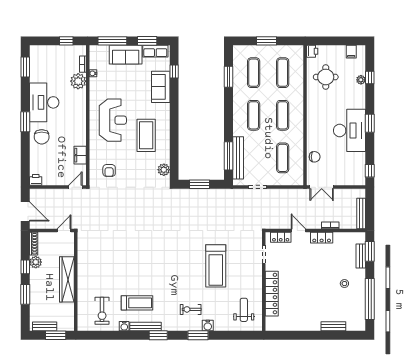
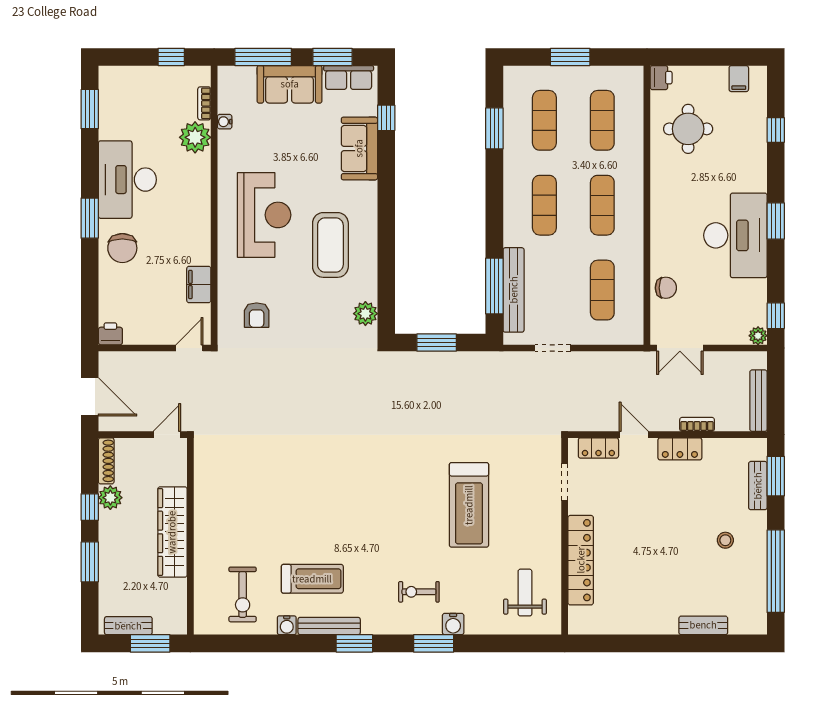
plant: (361, 80) -> (758, 336), moved

